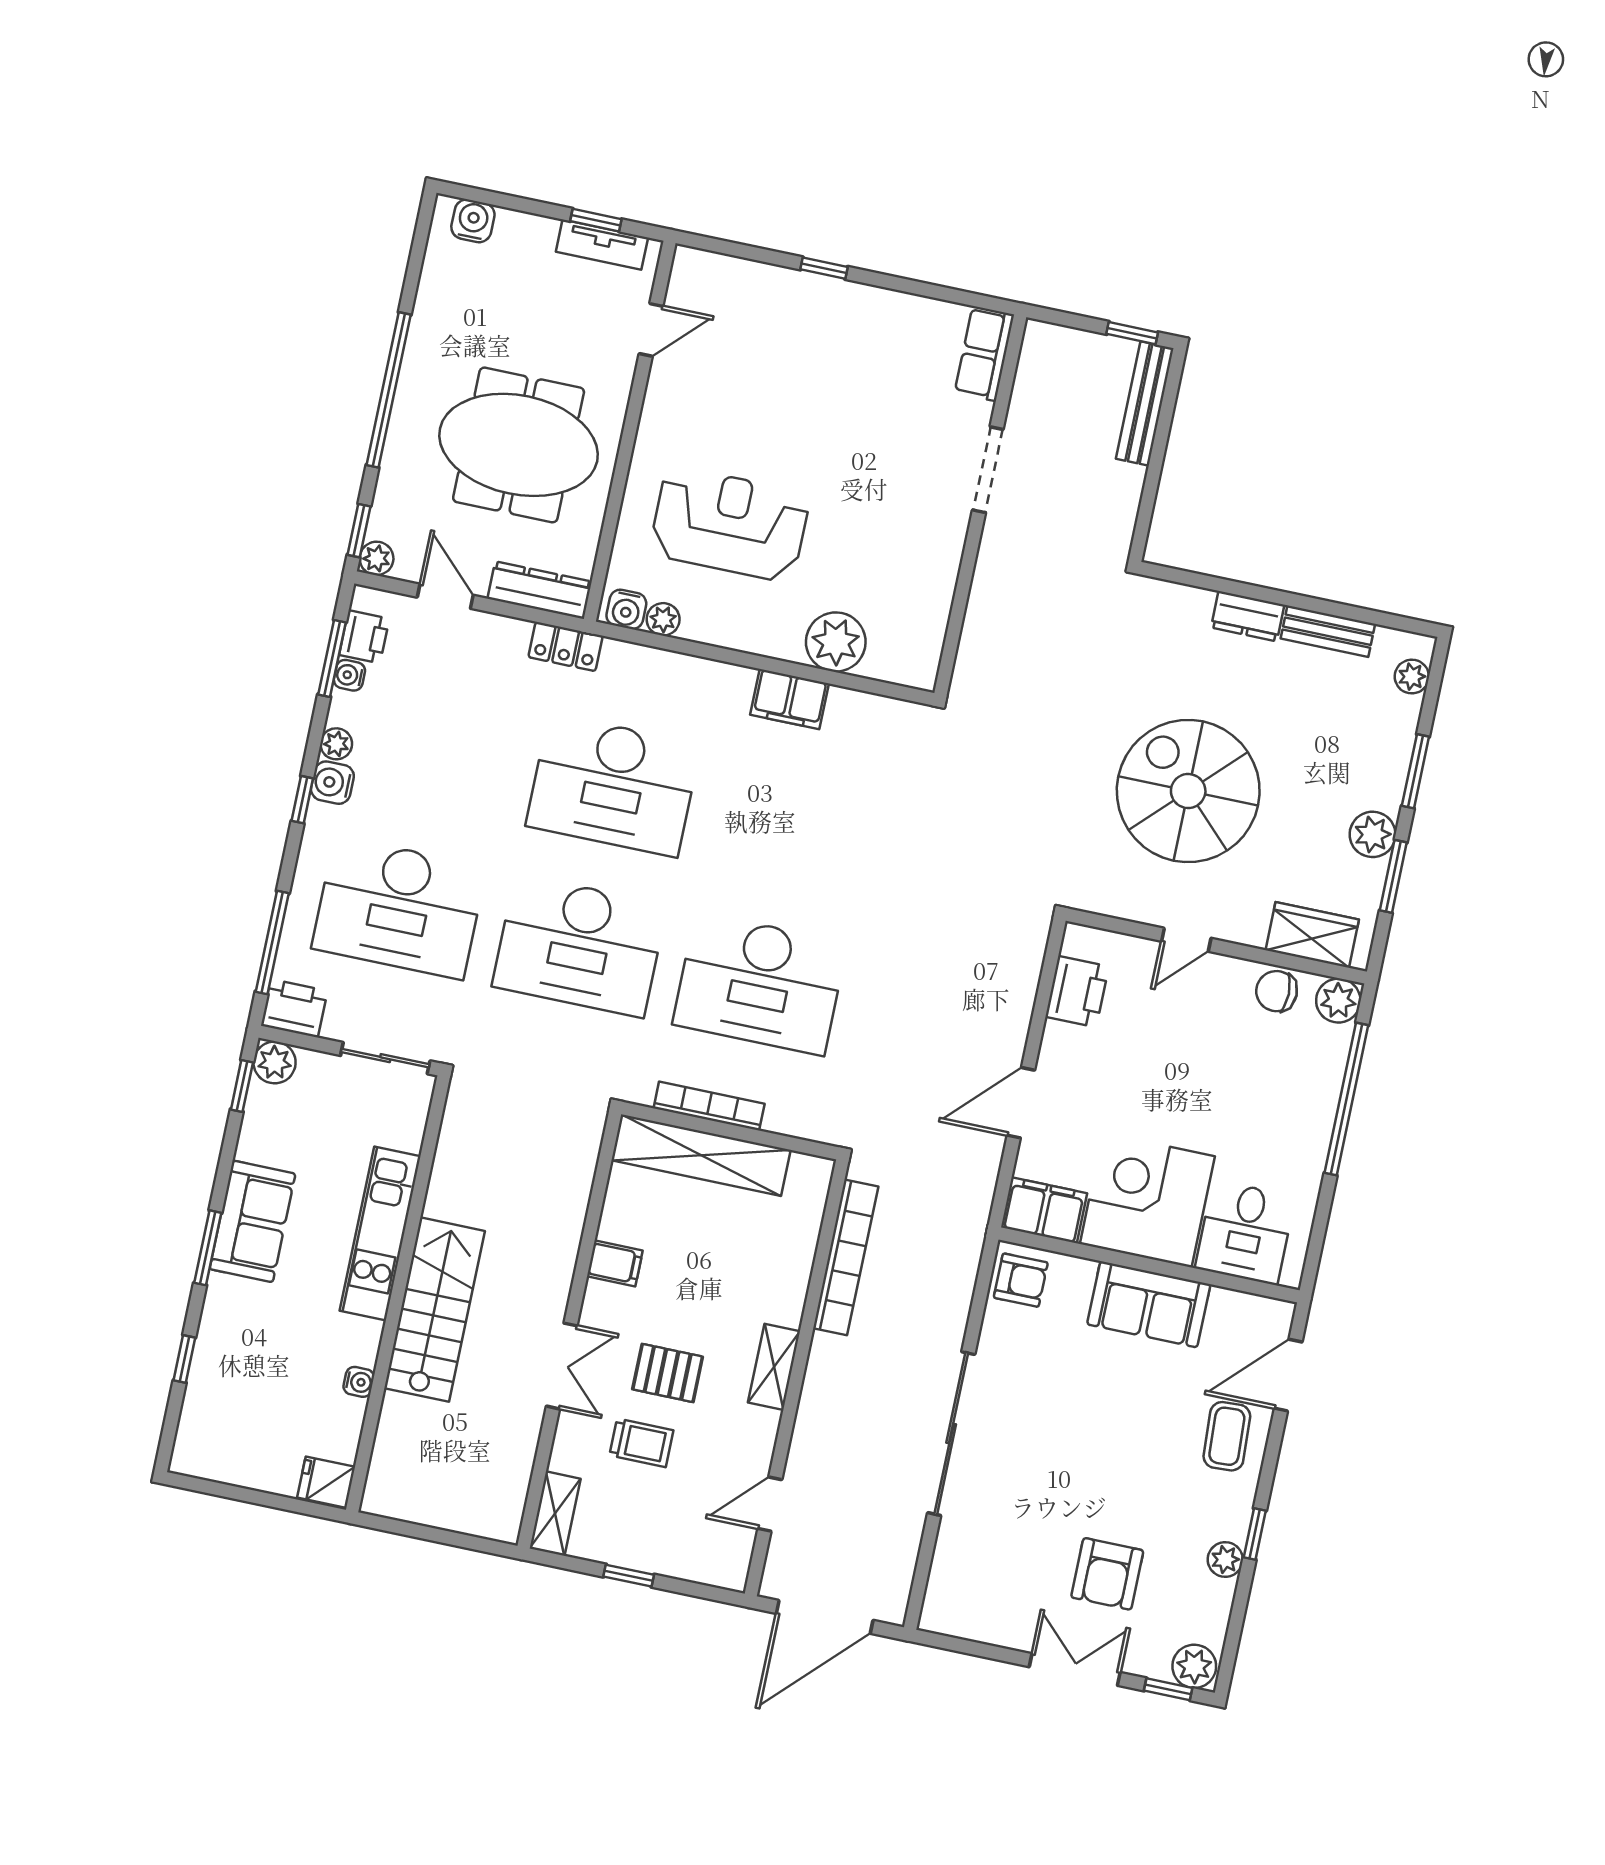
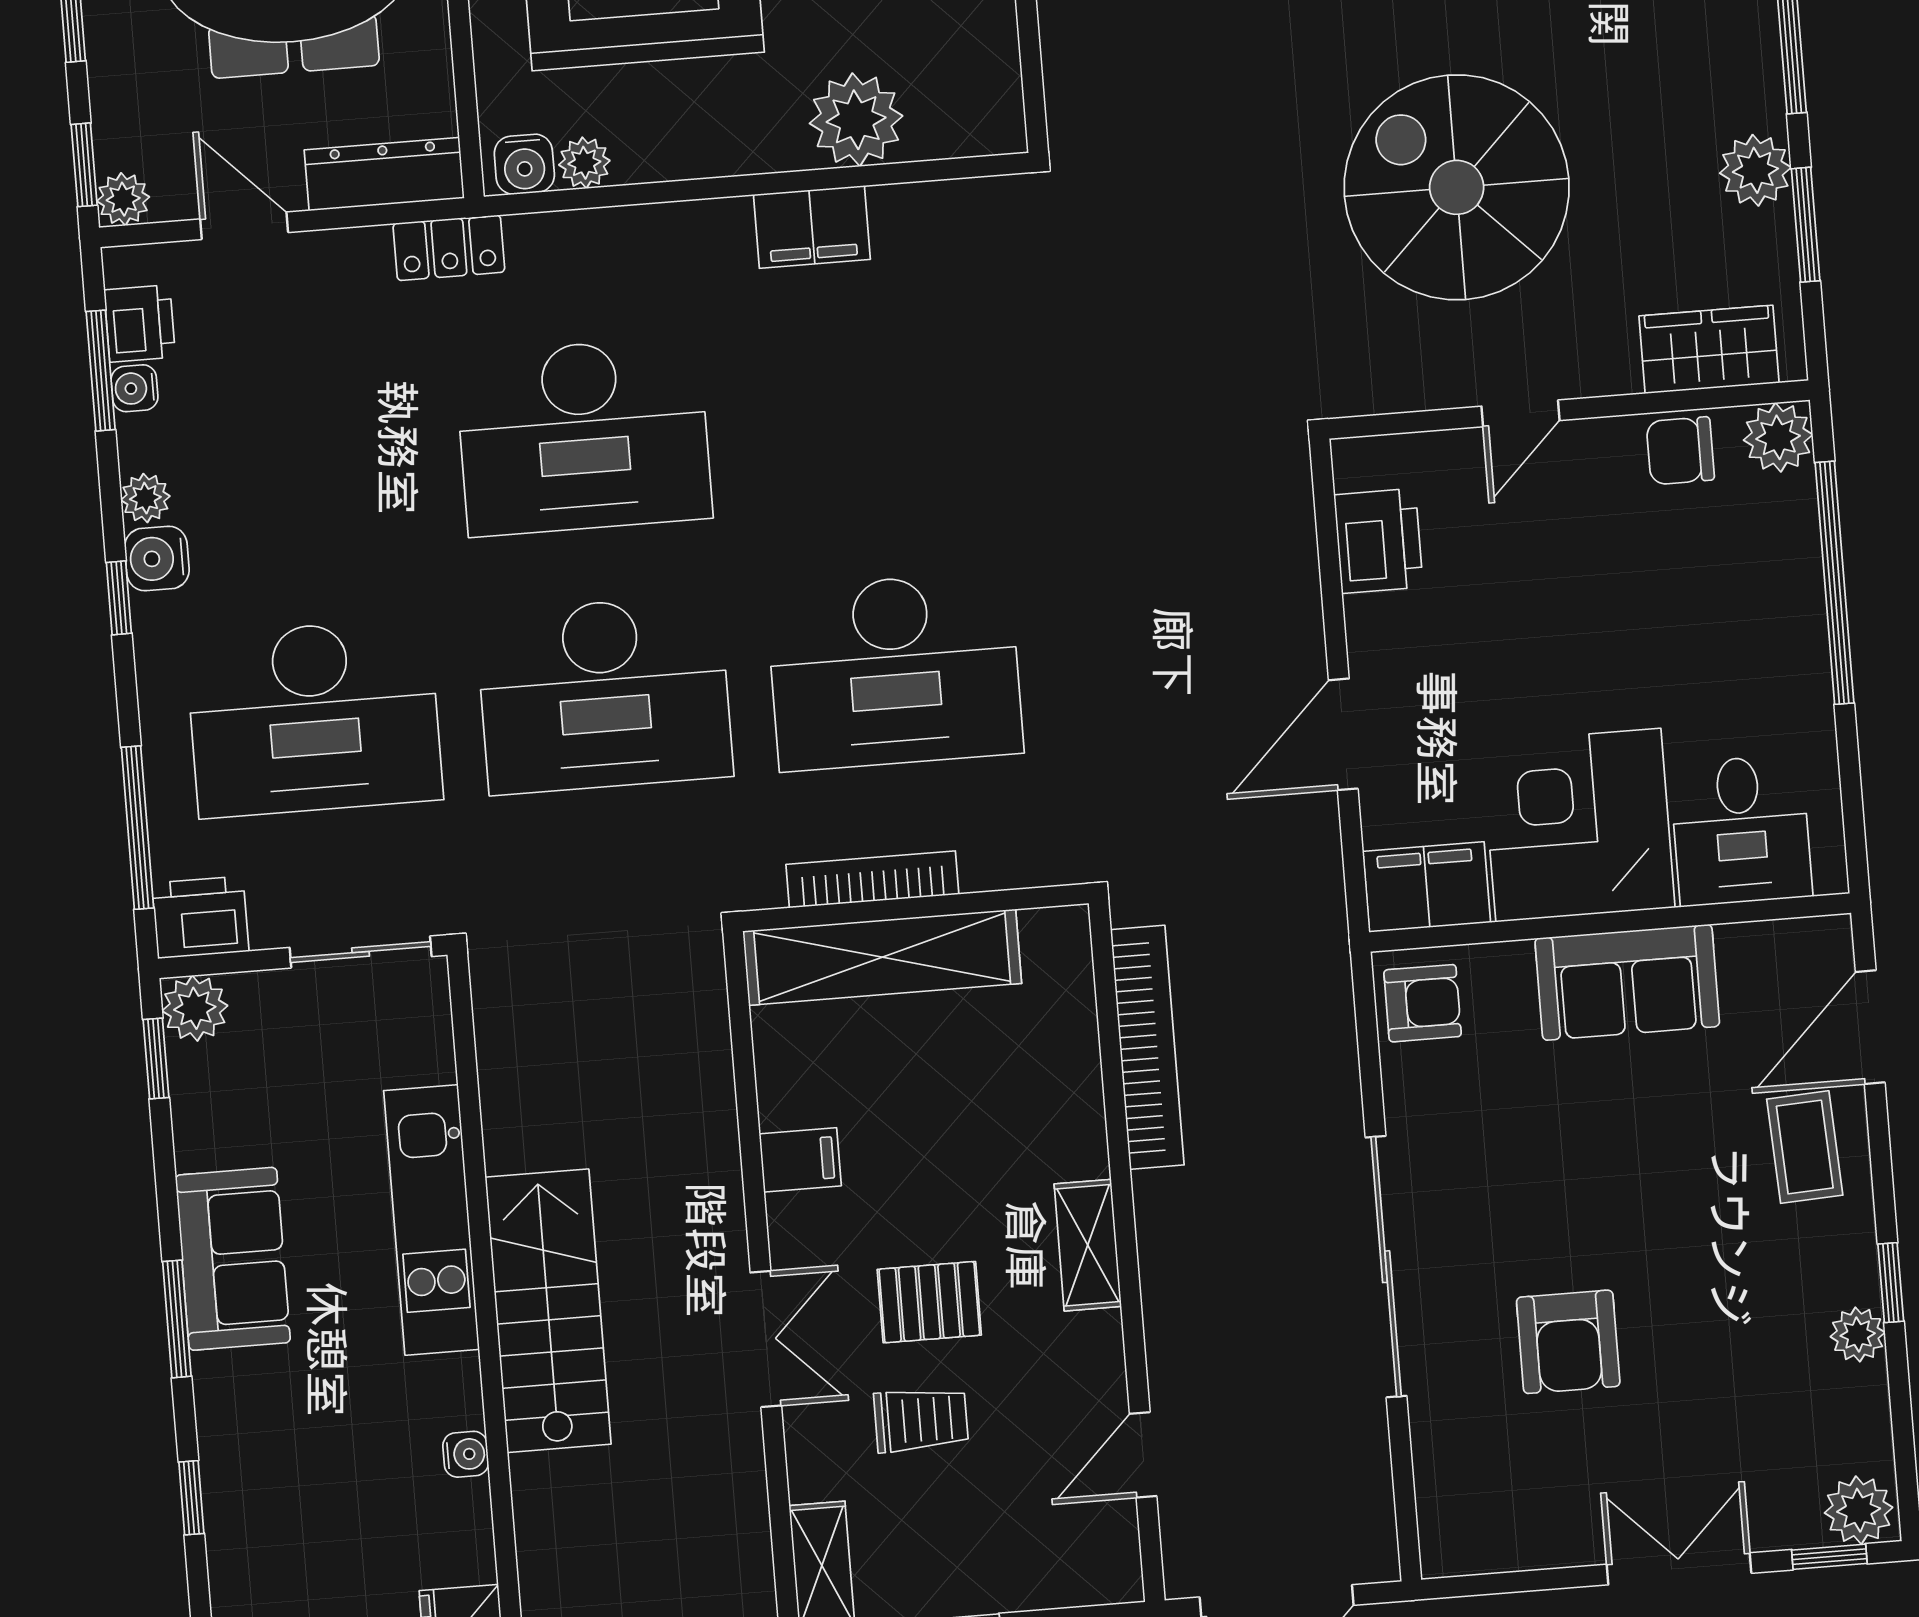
armchair: (1107, 1574) -> (1568, 1342), moved

